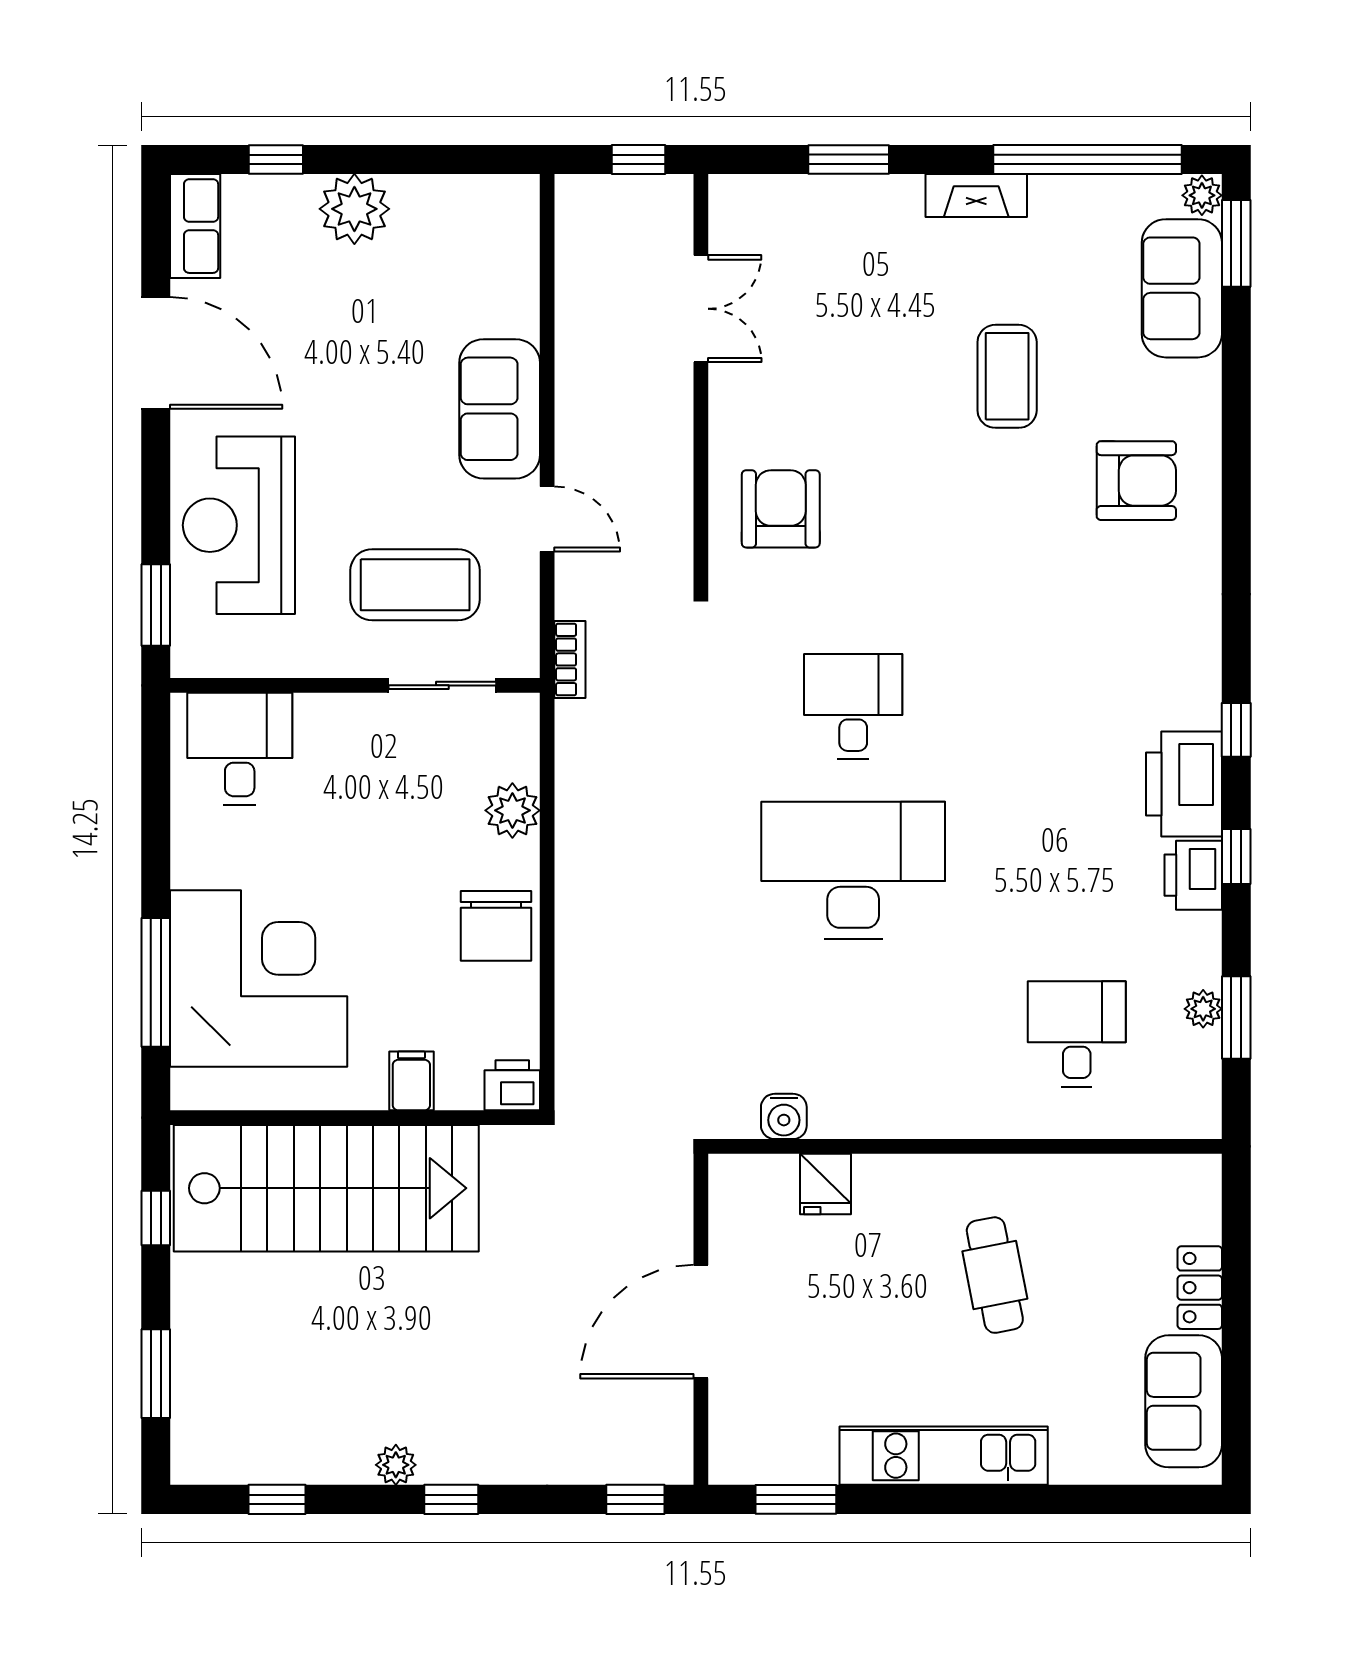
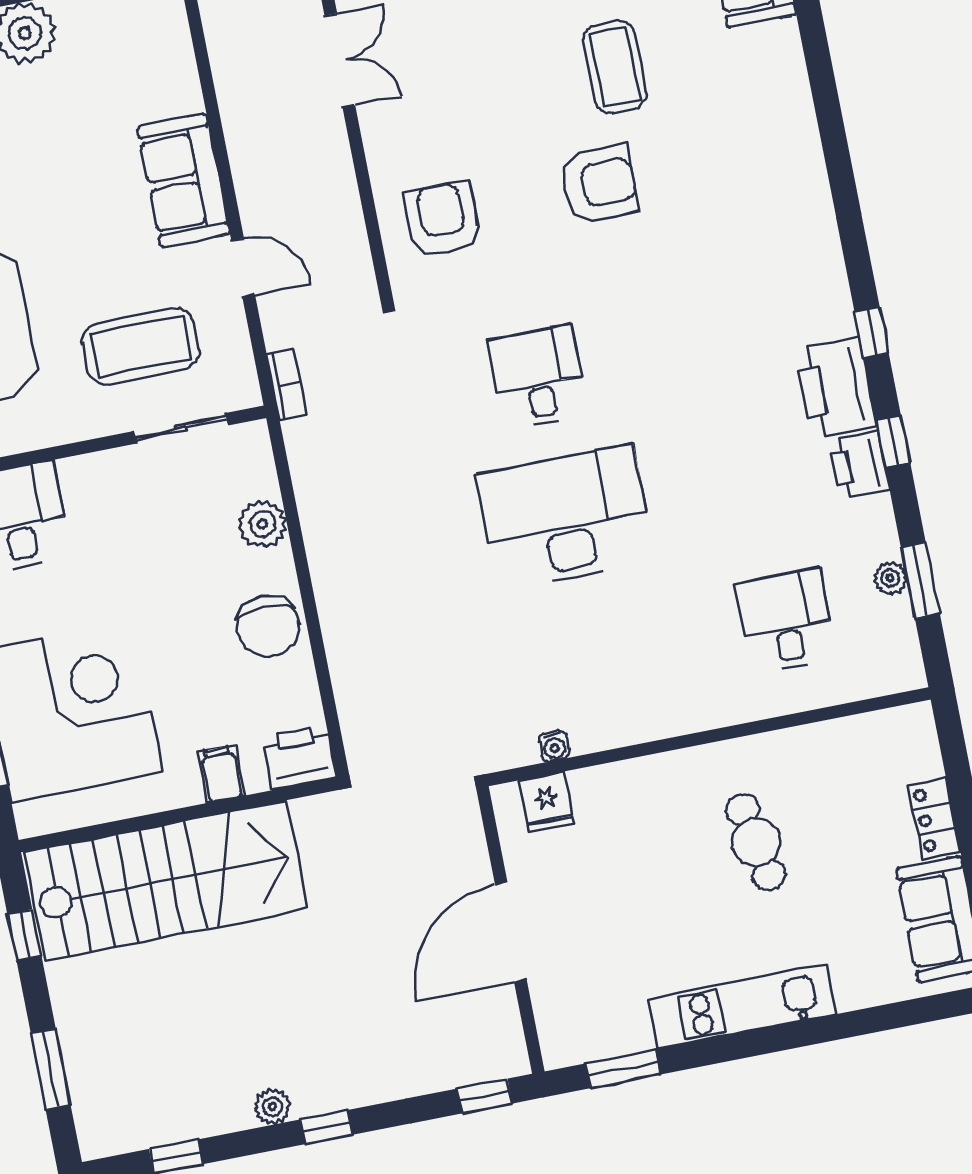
armchair: (1136, 481) -> (599, 184), moved
printer: (512, 1085) -> (299, 757), width x1.36, depth x1.24
water cooler: (784, 1116) -> (554, 746), width x0.72, depth x0.72
fridge: (826, 1184) -> (547, 802), moved

